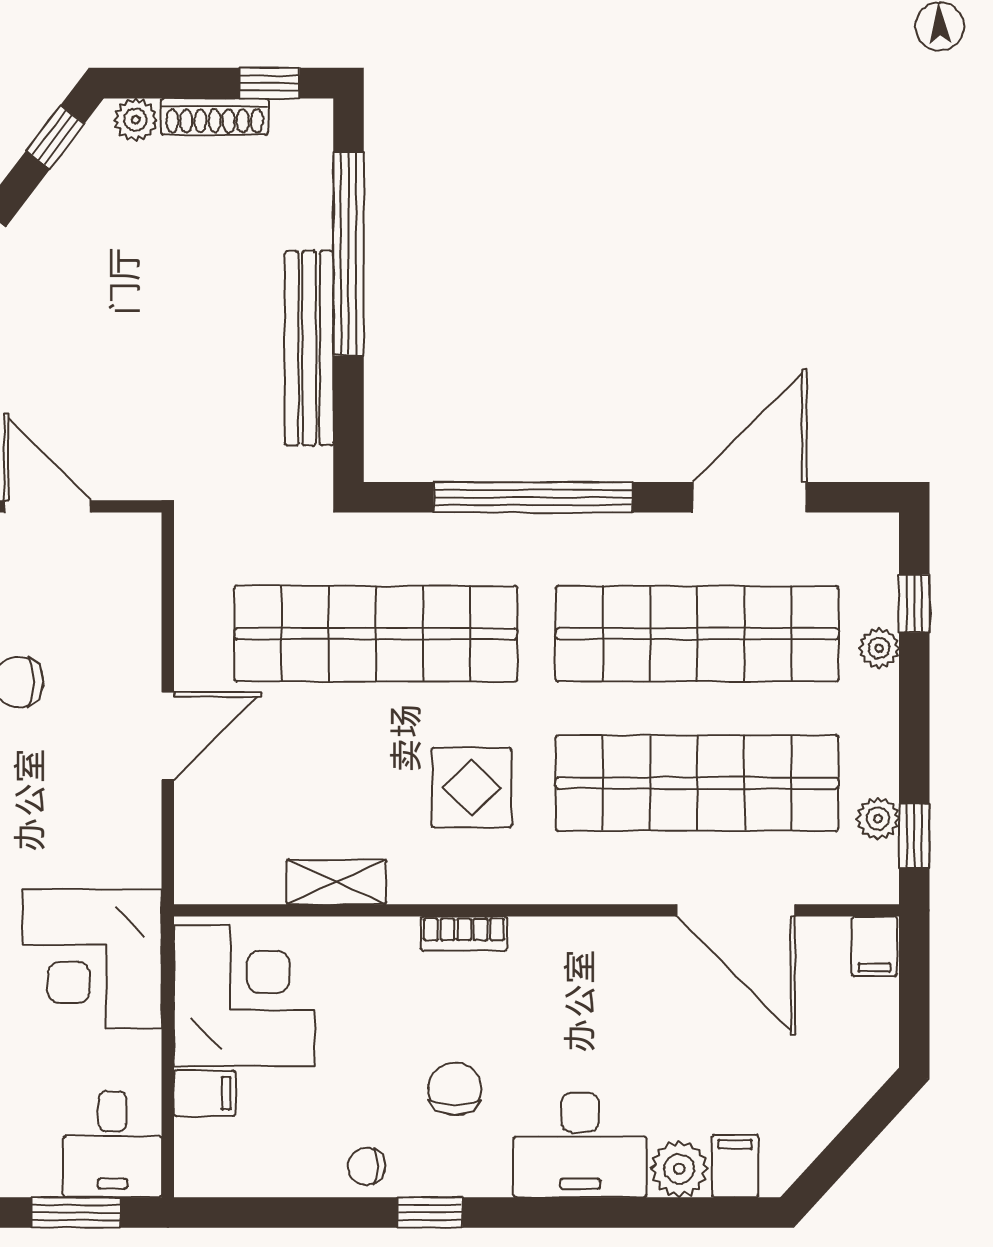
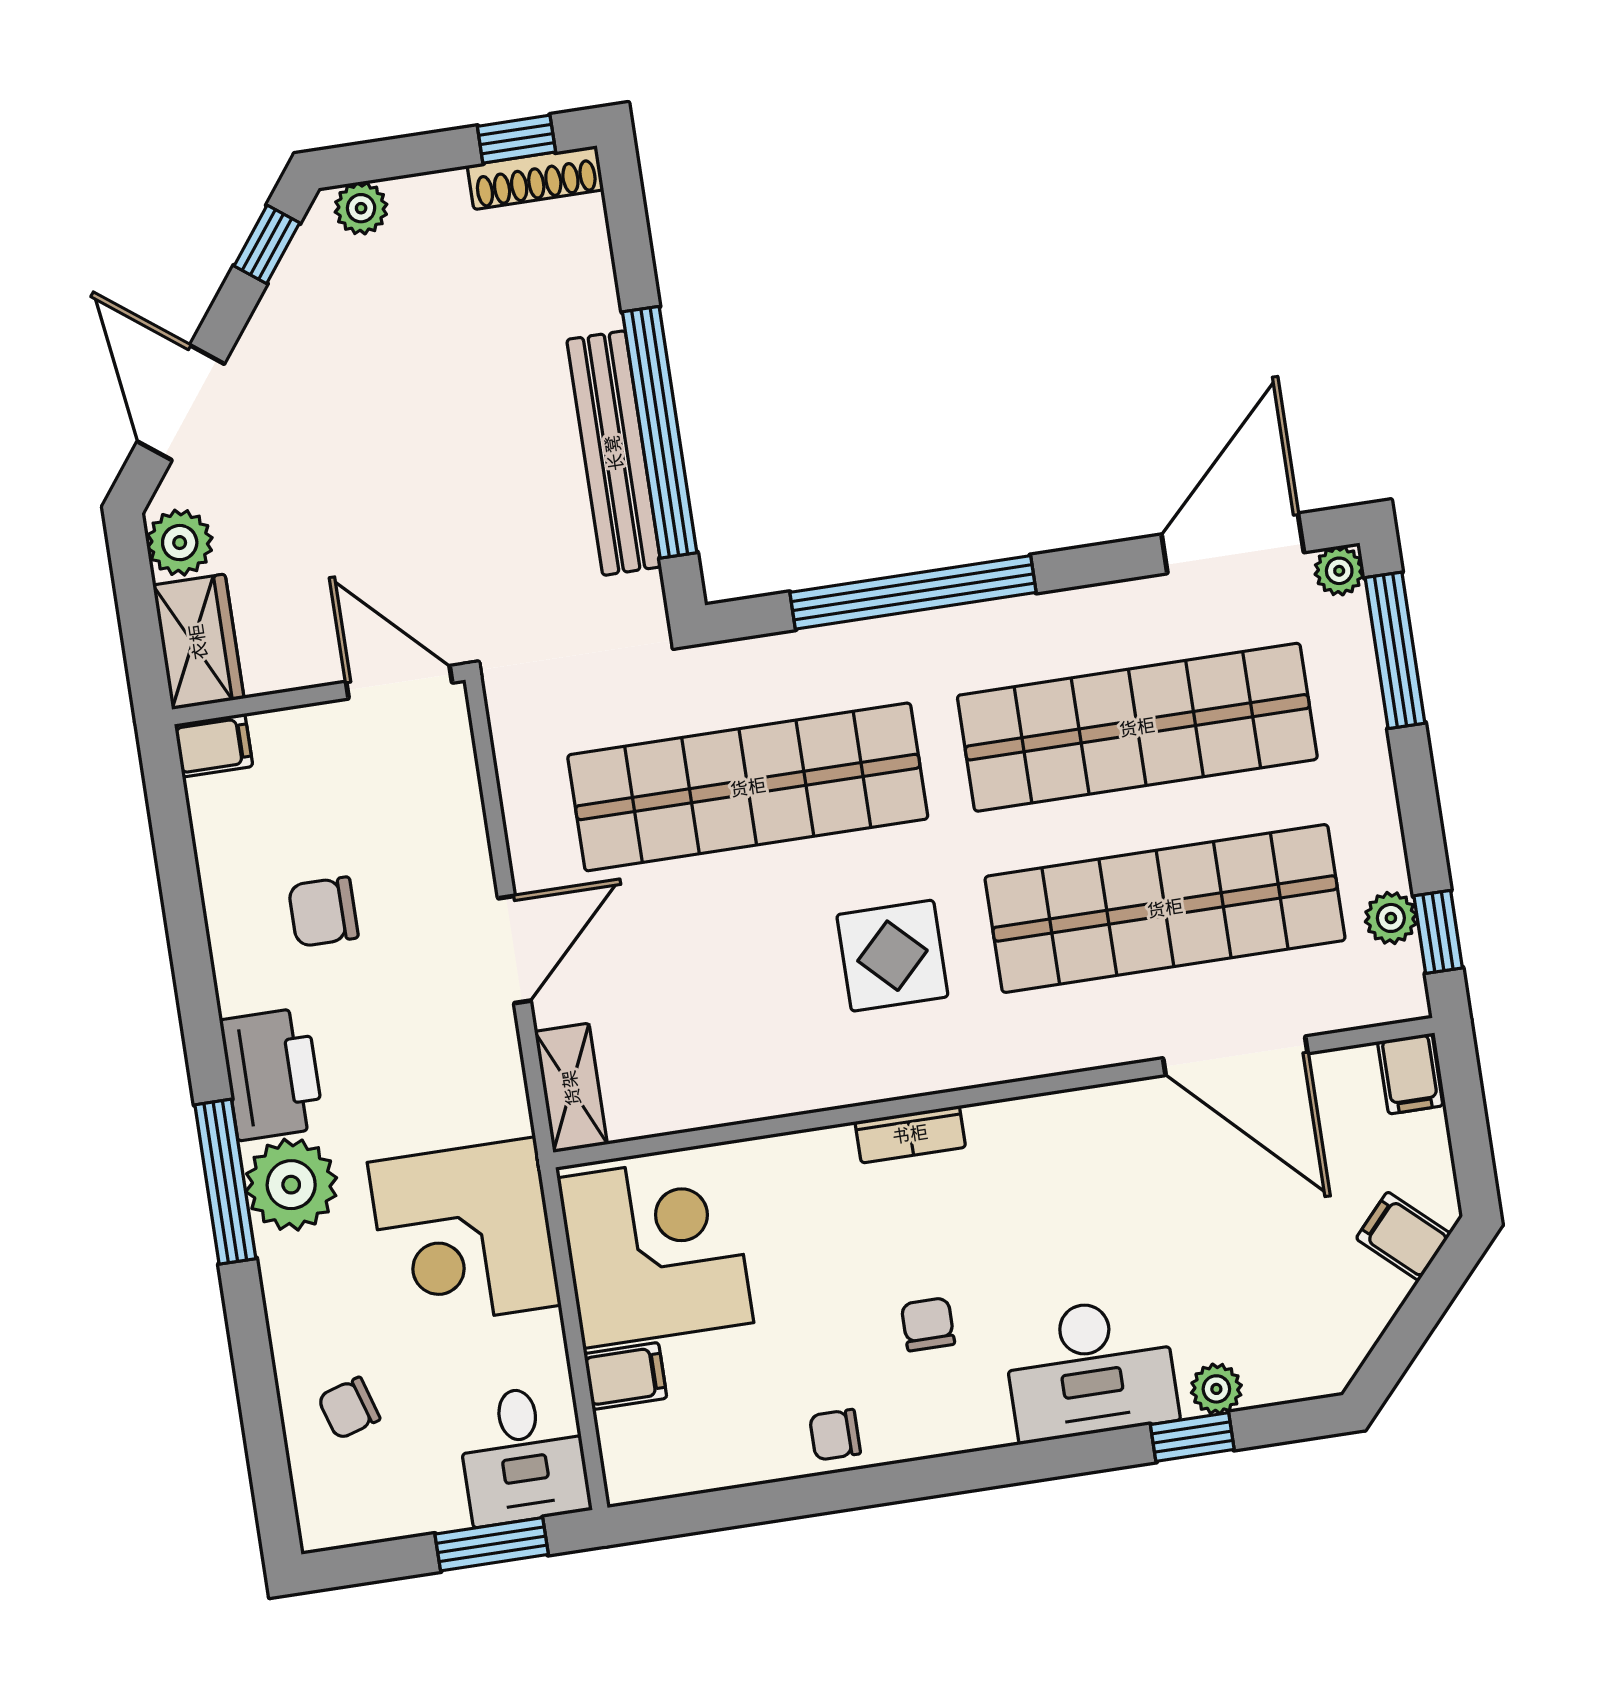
shoe rack: (215, 116) -> (535, 178), moved
window: (349, 254) -> (660, 432), moved
door: (750, 497) -> (1233, 543), moved
door: (48, 506) -> (399, 682), moved
window: (914, 603) -> (1395, 650), width x2.17
plant: (879, 648) -> (1339, 571), moved
shelving: (336, 882) -> (571, 1088), moved, turned 90
chair: (455, 1089) -> (928, 1324), width x0.73, depth x0.73
filing cabinet: (735, 1166) -> (1403, 1236), moved, turned -48
plant: (679, 1169) -> (1216, 1389), width x0.73, depth x0.73
window: (430, 1212) -> (1192, 1437), moved

